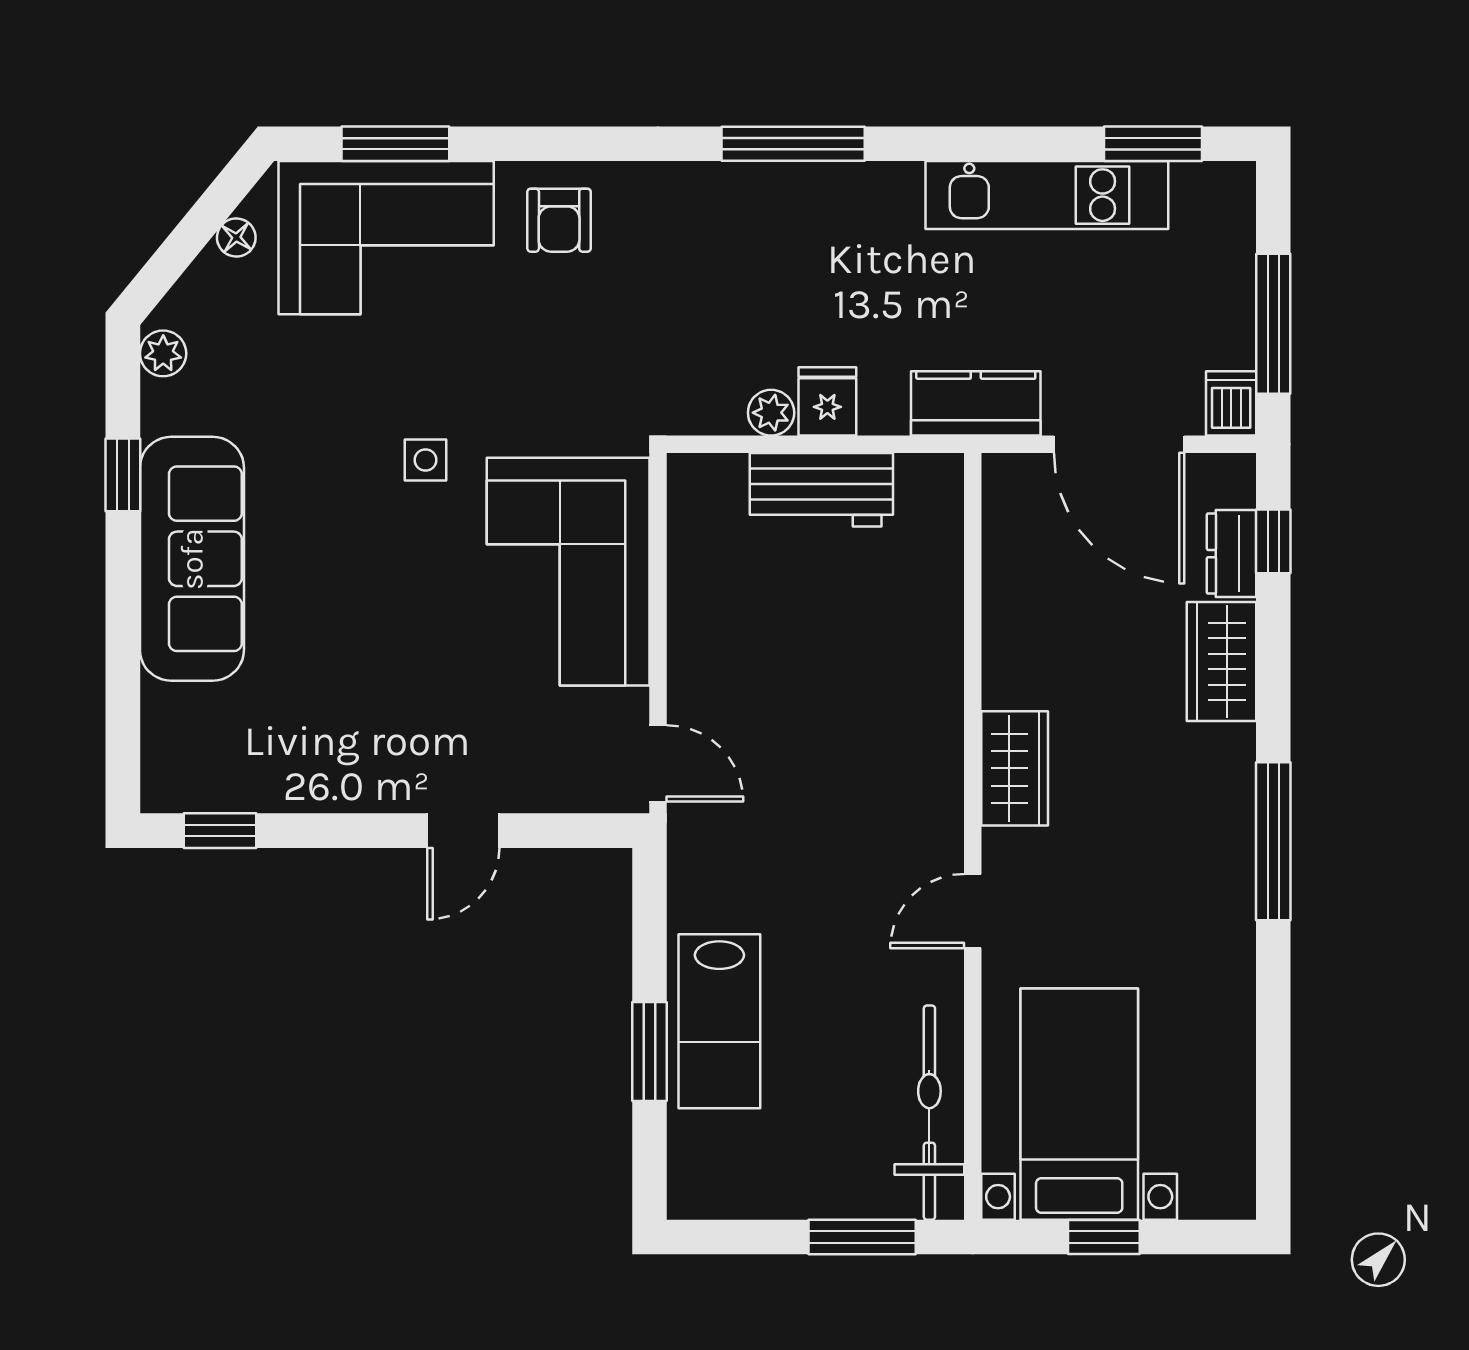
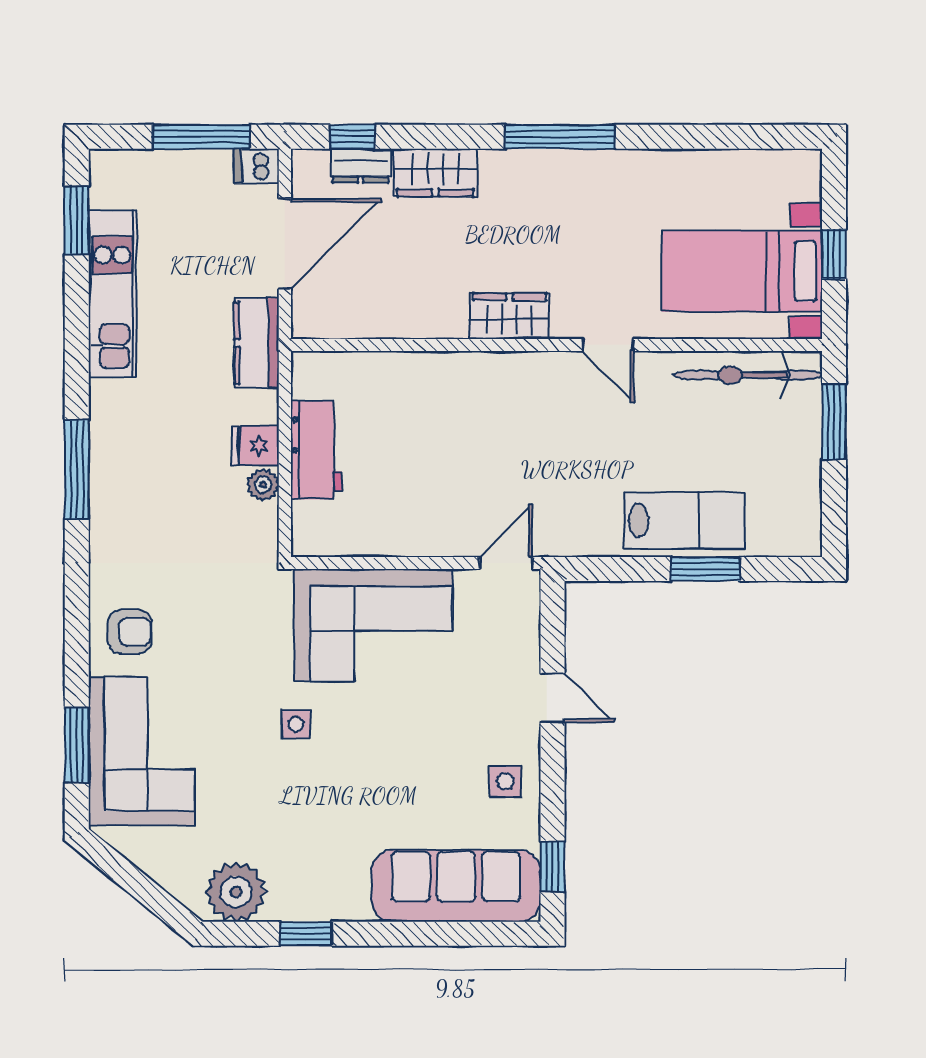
floor lamp: (236, 237) -> (142, 855), removed
plant: (163, 353) -> (236, 892), width x1.88, depth x1.88
sofa: (192, 559) -> (456, 886), moved
side table: (343, 762) -> (505, 781), added

